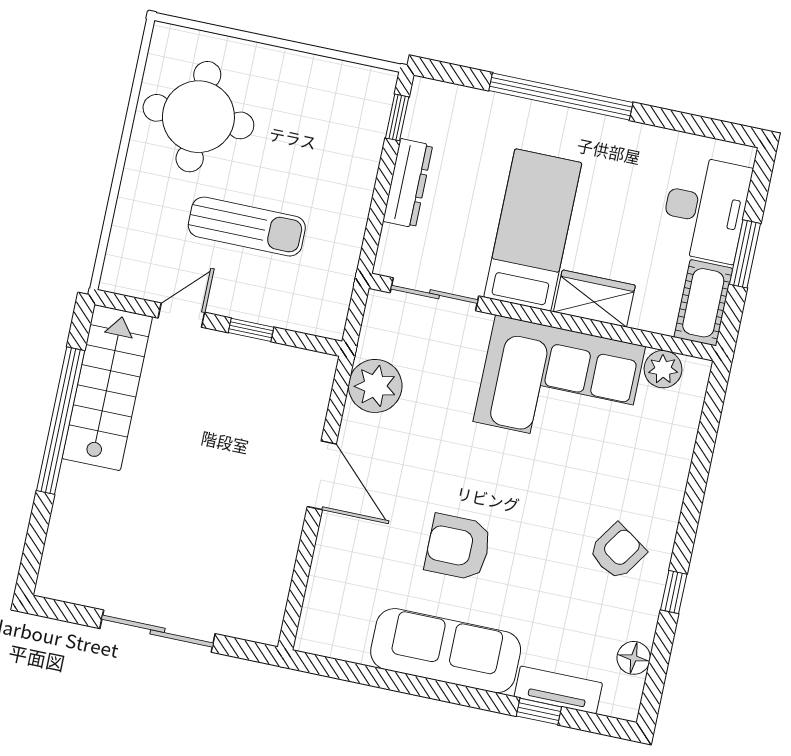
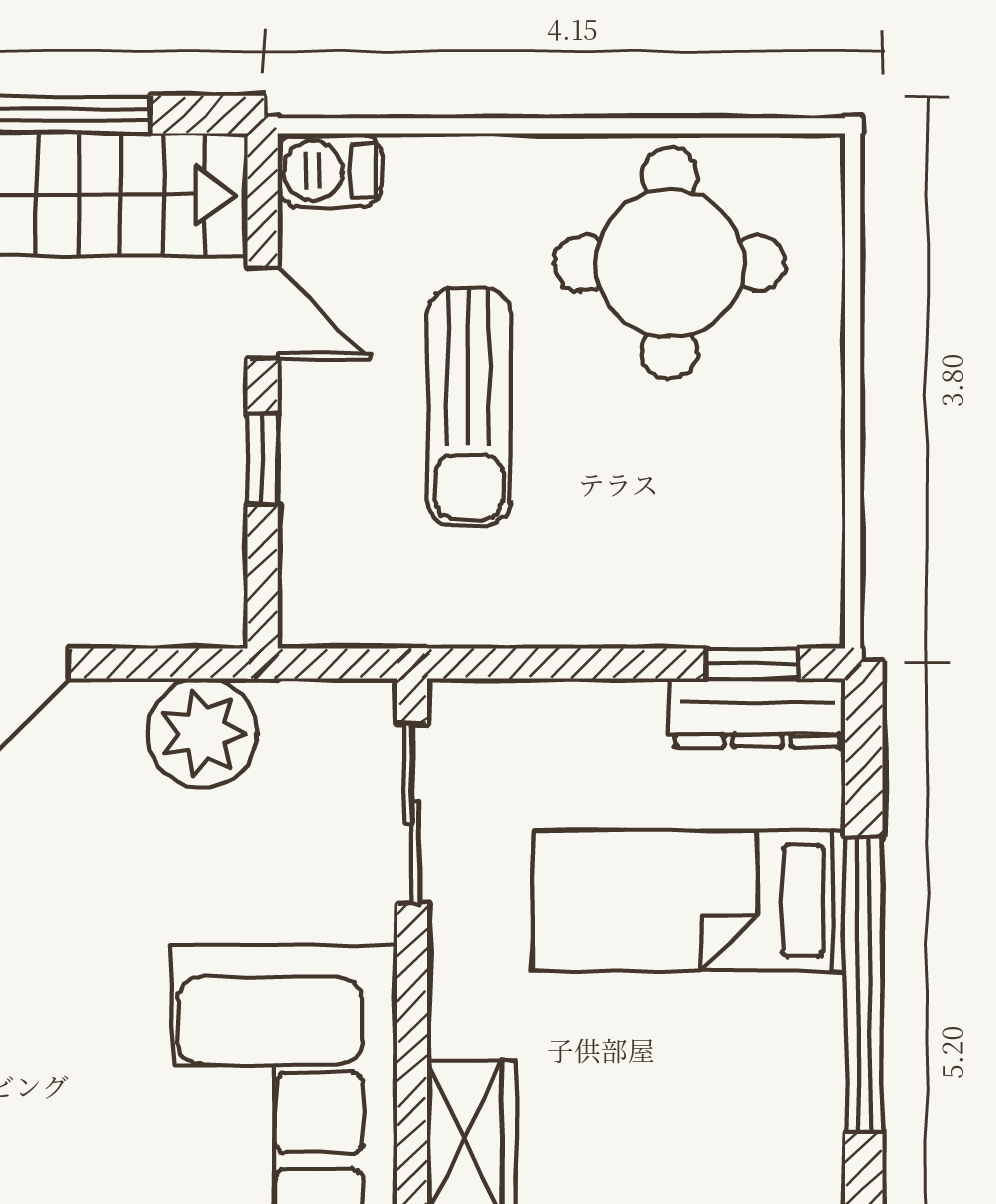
dresser: (408, 183) -> (757, 713), moved
bed: (533, 230) -> (689, 901), moved, turned 180
barbecue: (120, 269) -> (330, 170), added

